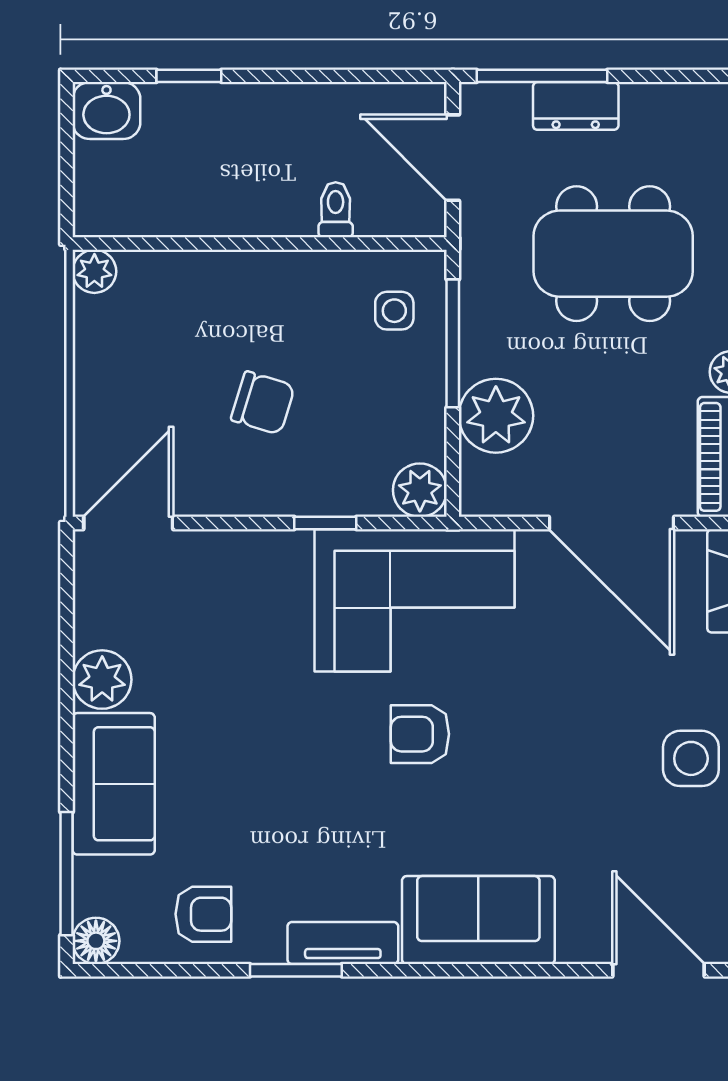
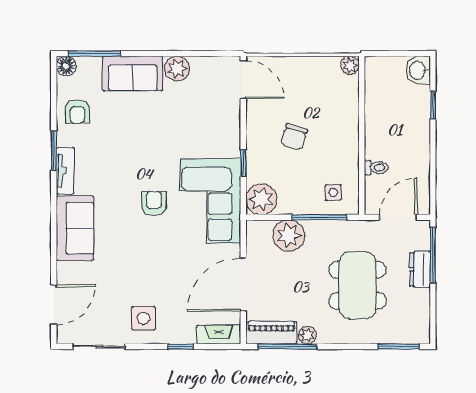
plant: (420, 490) -> (261, 199), width x1.36, depth x1.36

